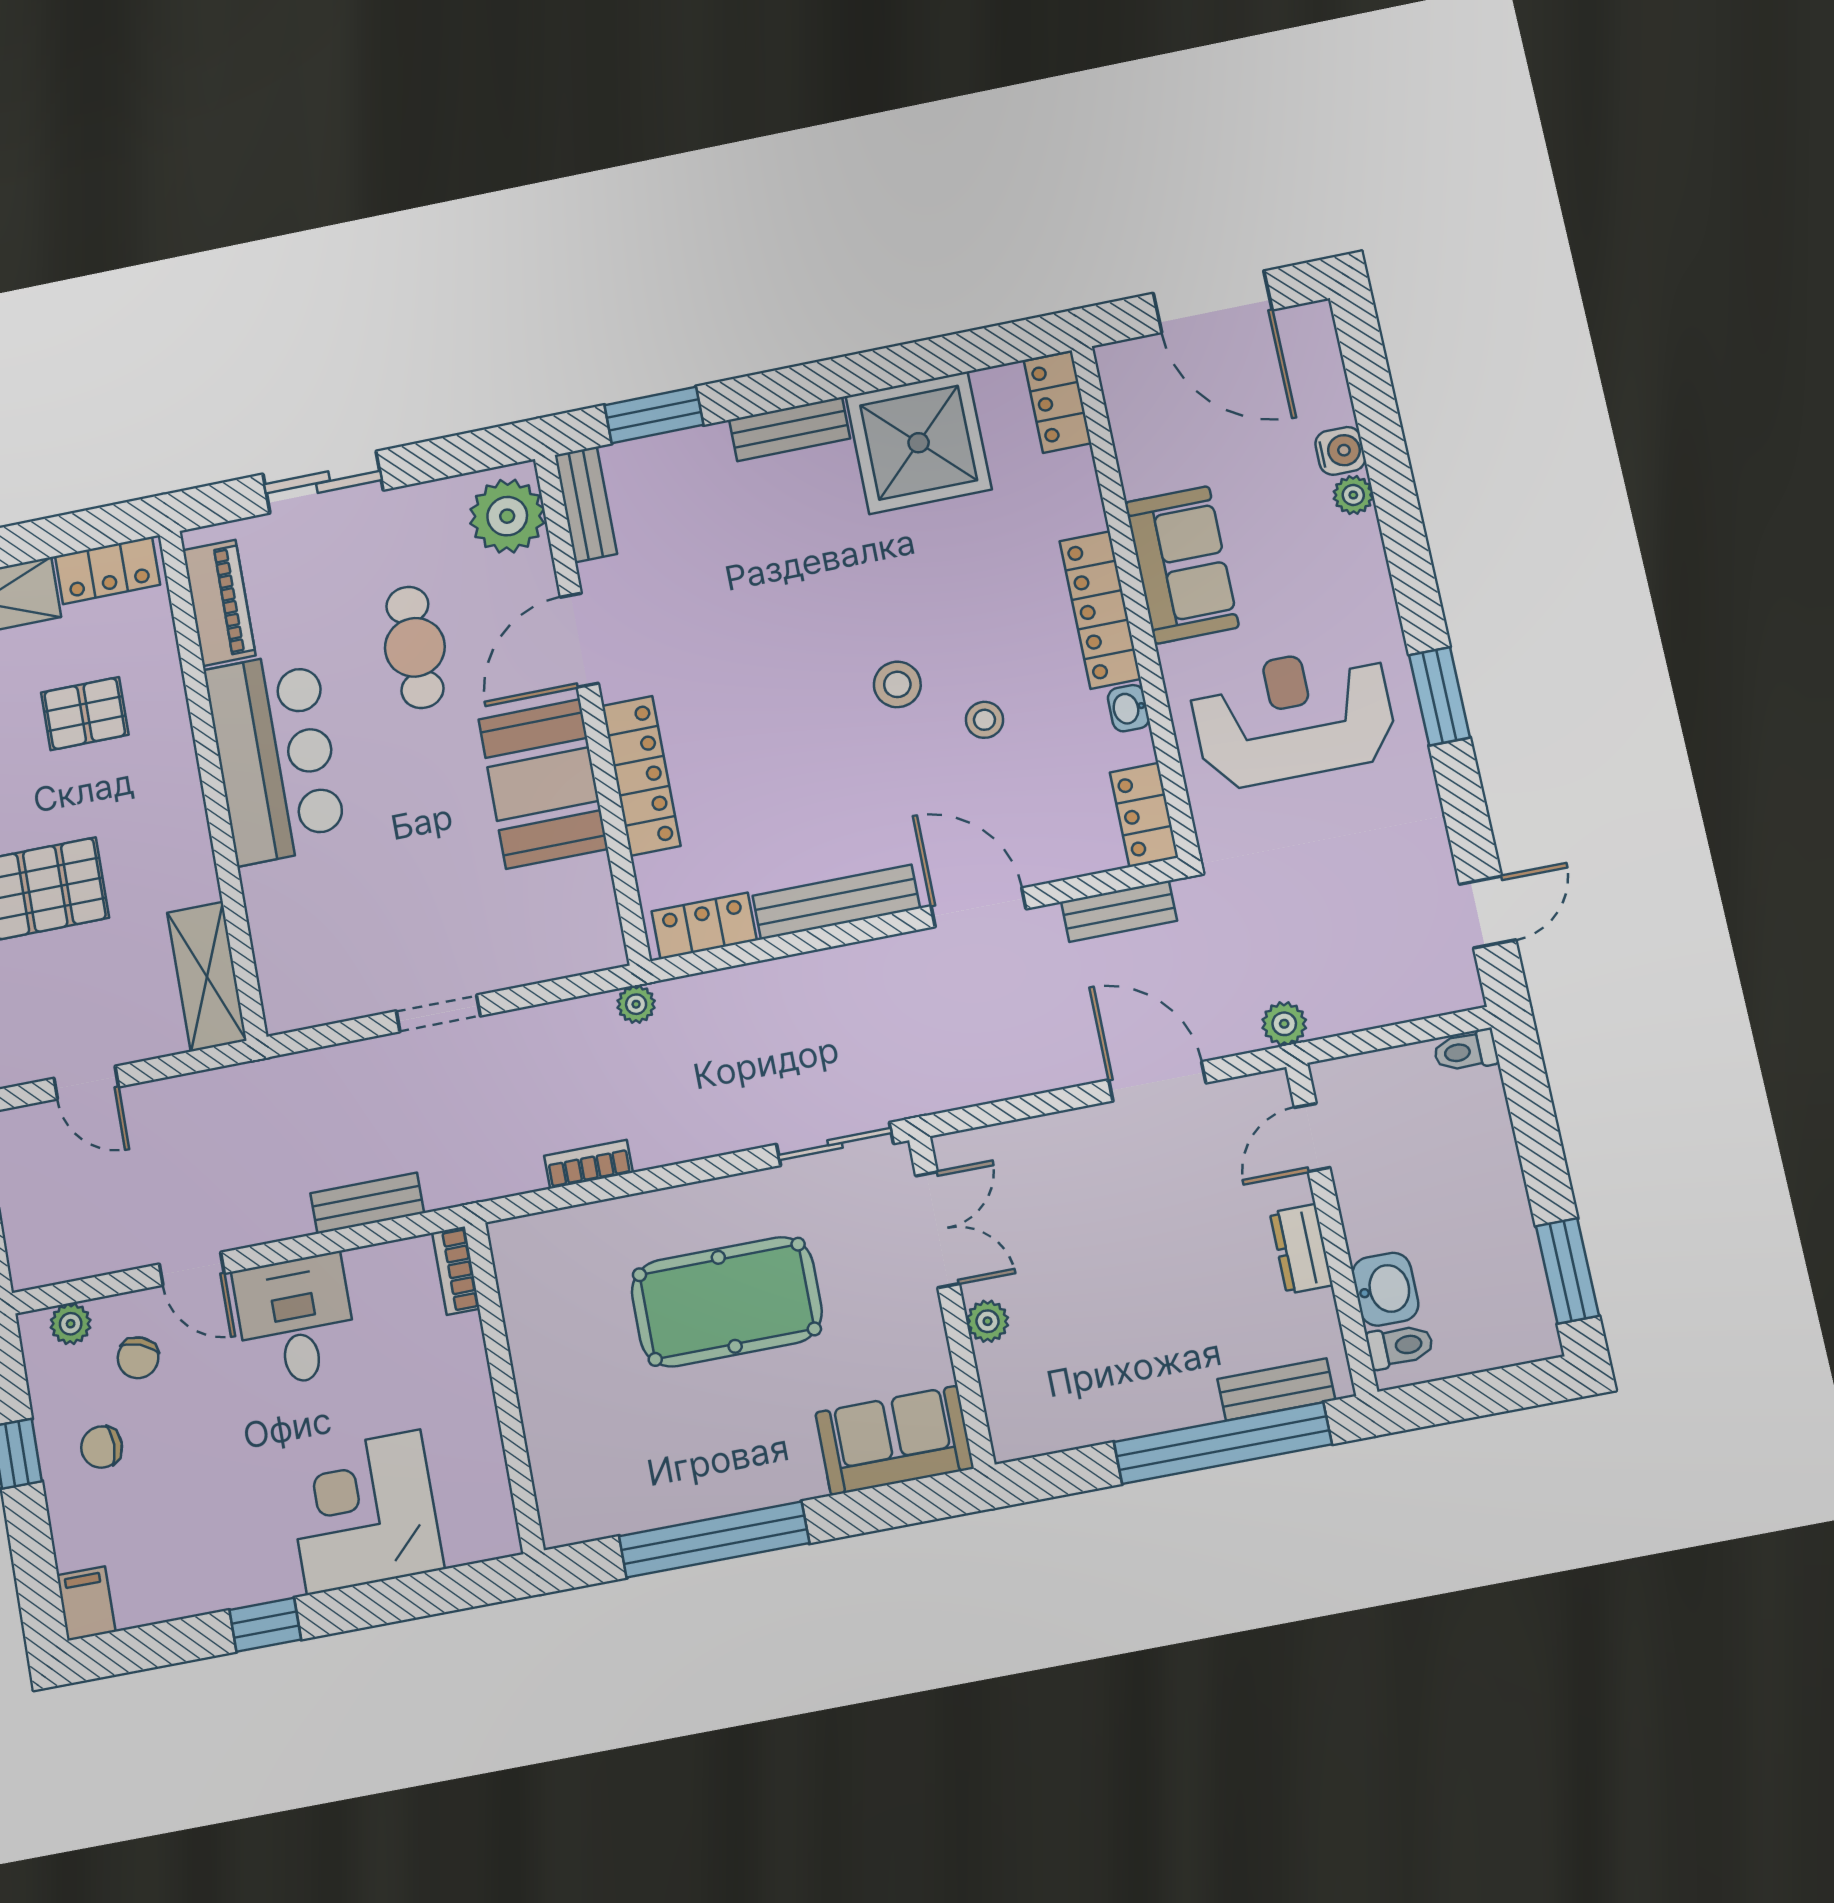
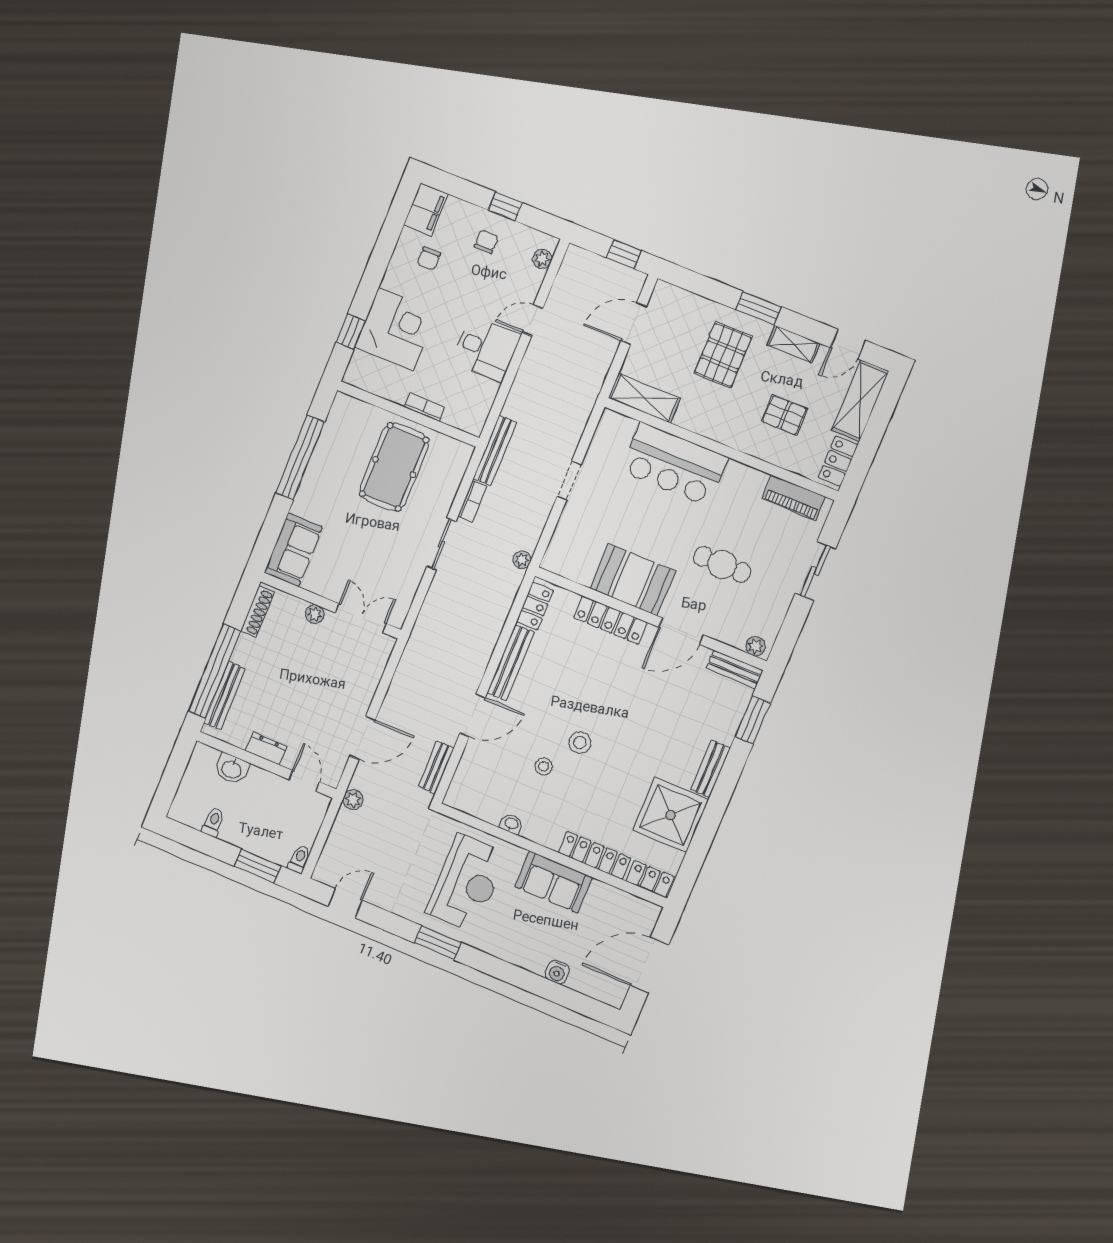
plant: (1353, 495) -> (537, 965), removed
plant: (507, 516) -> (756, 646), width x0.53, depth x0.53
locker: (1100, 610) -> (595, 855), moved
door: (579, 640) -> (681, 631), swing flipped
pallet: (85, 714) -> (785, 415), turned 90
bar counter: (275, 757) -> (674, 464), moved
locker: (1144, 815) -> (466, 802), removed
door: (1488, 912) -> (345, 903), swing flipped
door: (86, 1083) -> (634, 323), width x1.38
sliding door: (835, 1144) -> (441, 544), moved
bench: (367, 1203) -> (495, 450), moved, width x1.36
double door: (937, 1230) -> (361, 618), swing flipped
bookcase: (456, 1271) -> (425, 407), moved
window: (1567, 1271) -> (258, 866), moved
pool table: (727, 1302) -> (394, 467), moved
toilet: (1400, 1346) -> (213, 822), moved, turned 180
chair: (138, 1358) -> (429, 258), moved, turned -111
bench: (1276, 1389) -> (224, 696), width x1.36
shoe rack: (1055, 1434) -> (257, 611), added
filing cabinet: (86, 1603) -> (426, 209), width x2.00
window: (265, 1625) -> (351, 332), moved

